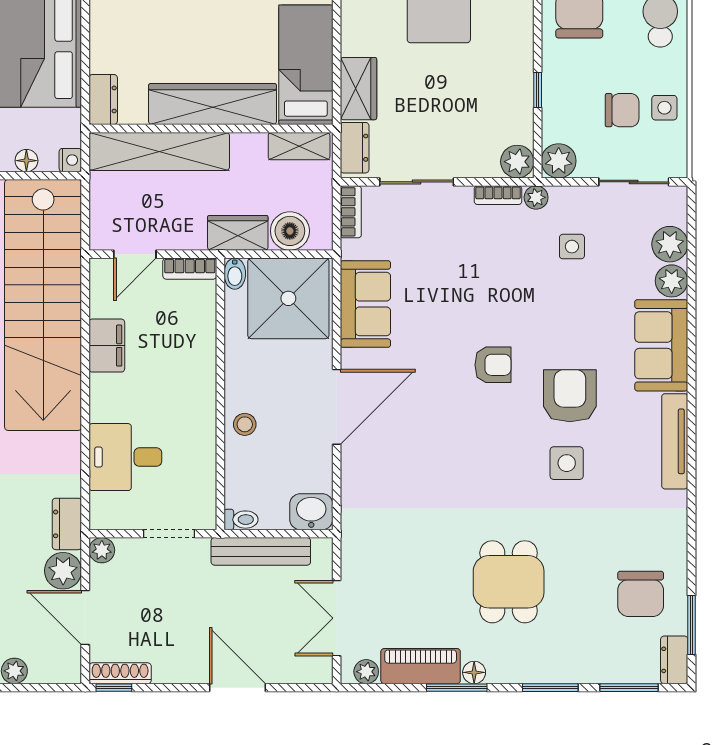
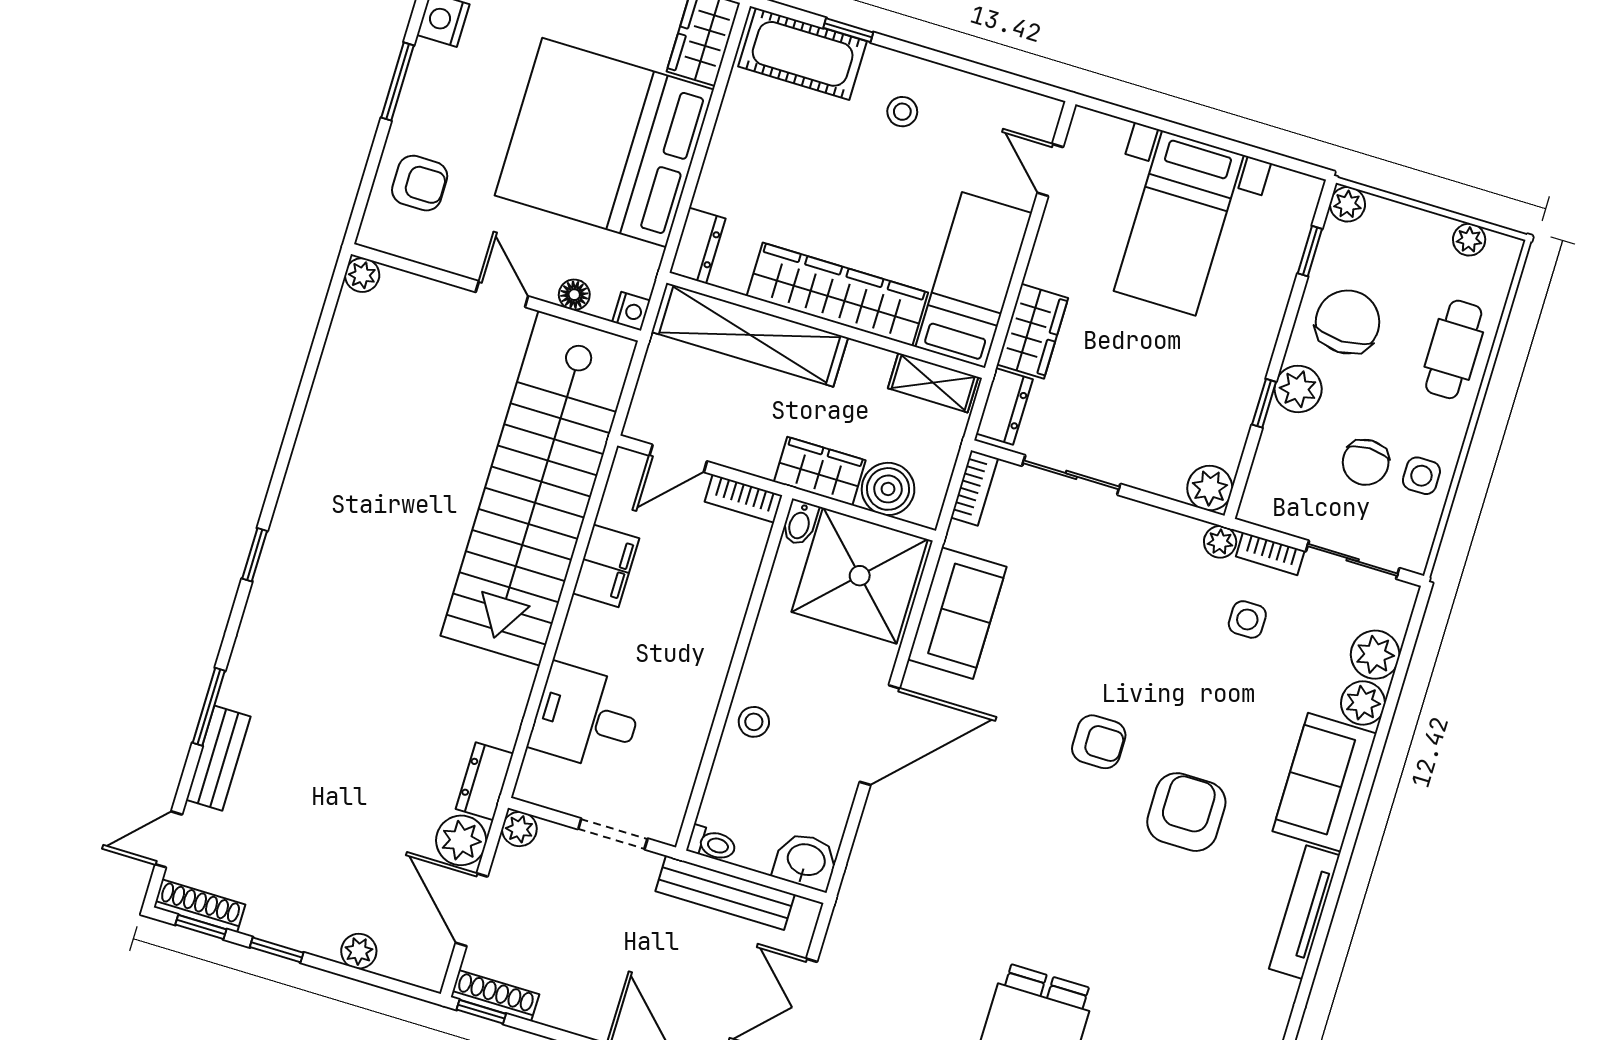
chair: (622, 110) -> (1366, 462), turned 90
plant: (559, 161) -> (1298, 389), moved
bookcase: (498, 195) -> (1270, 554), moved
side table: (567, 463) -> (1156, 898), removed

